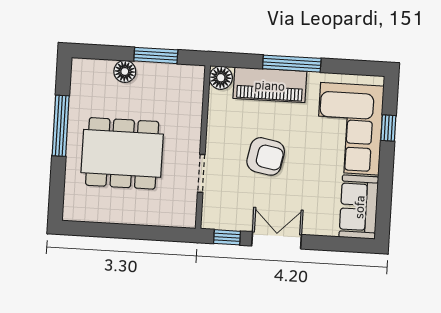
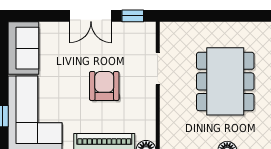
dining table: (122, 153) -> (225, 81), turned 90
armchair: (266, 156) -> (104, 86), turned 79

